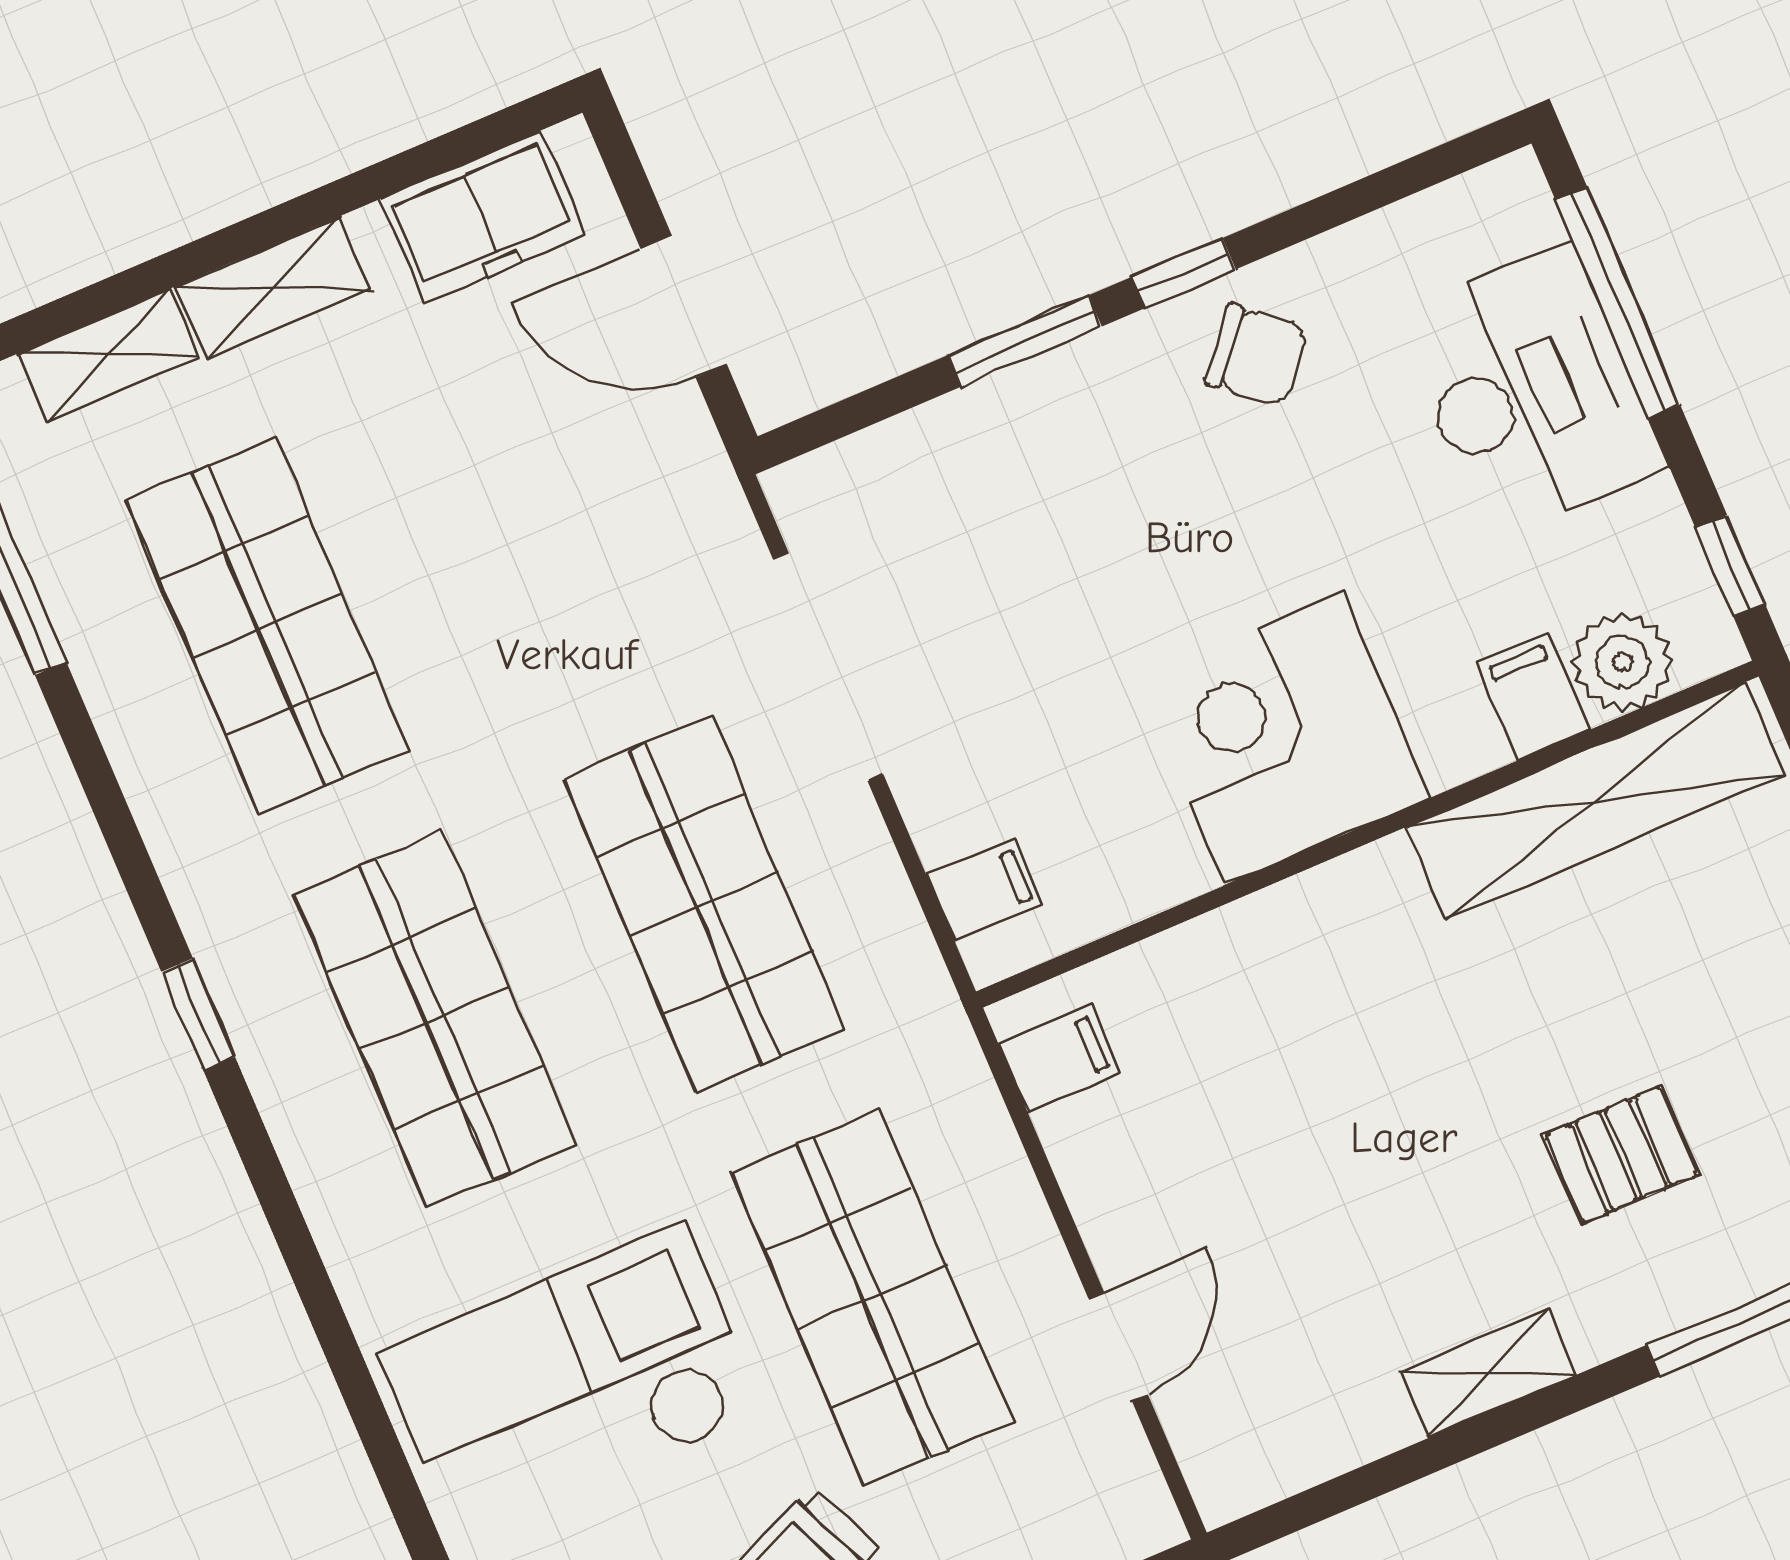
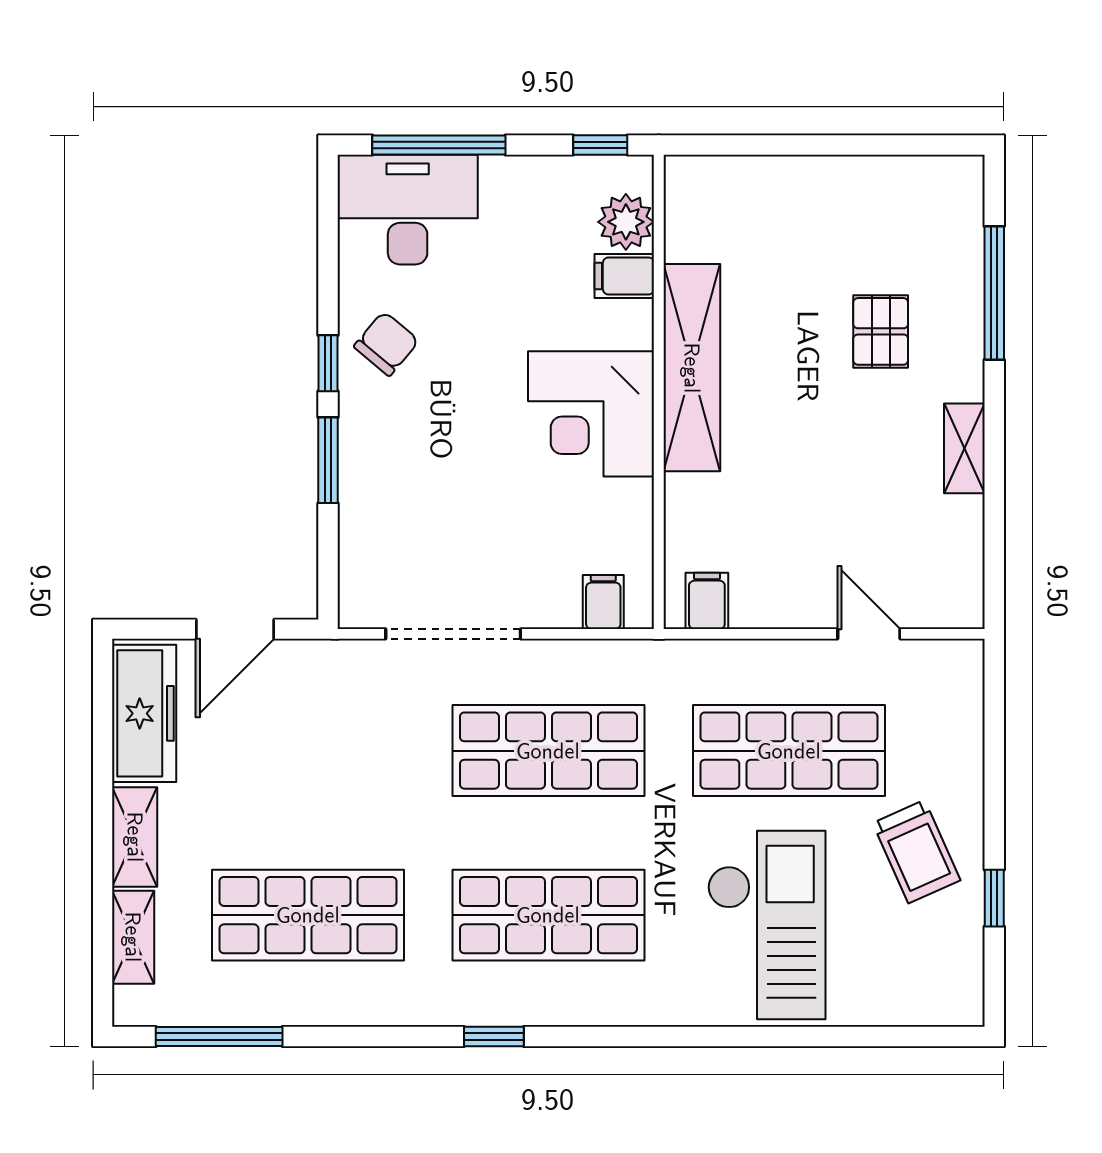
freezer: (483, 217) -> (144, 713), width x1.40
desk: (1531, 392) -> (408, 210), moved
shelving: (1595, 801) -> (692, 368), moved
checkout: (571, 1382) -> (767, 925), turned 180

